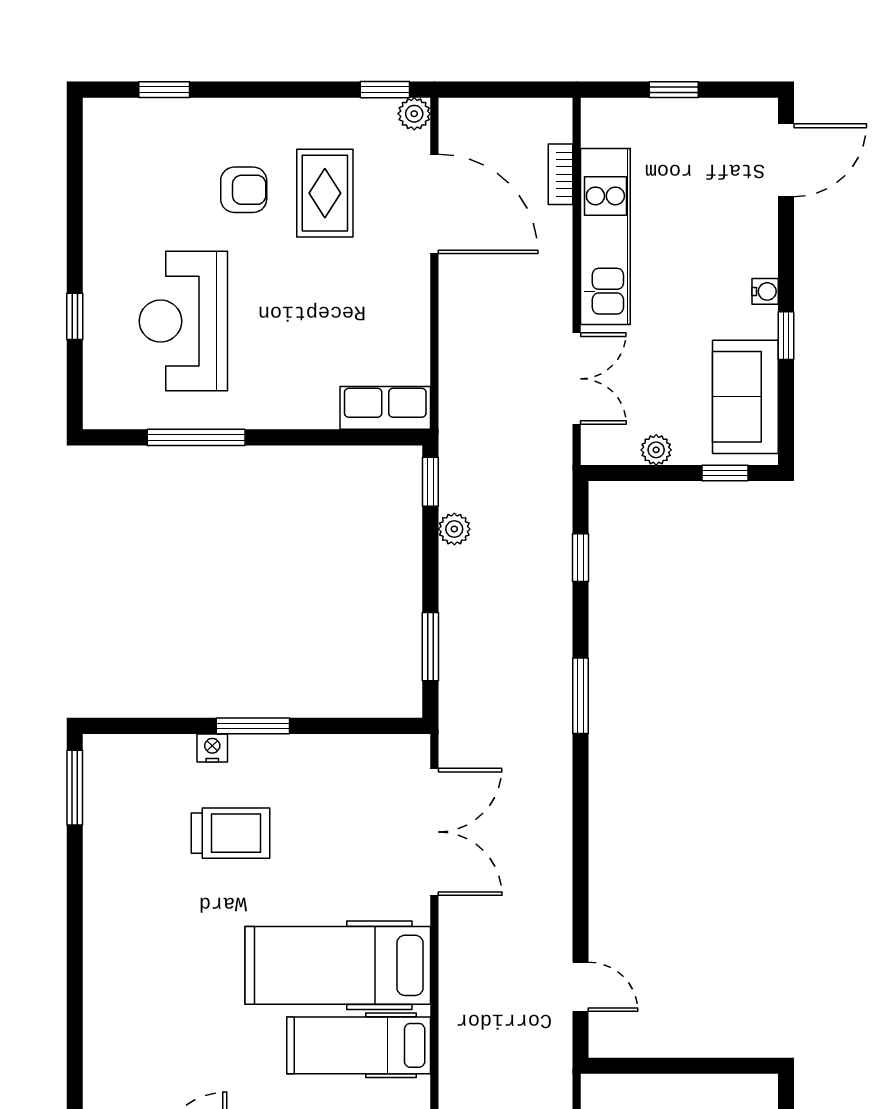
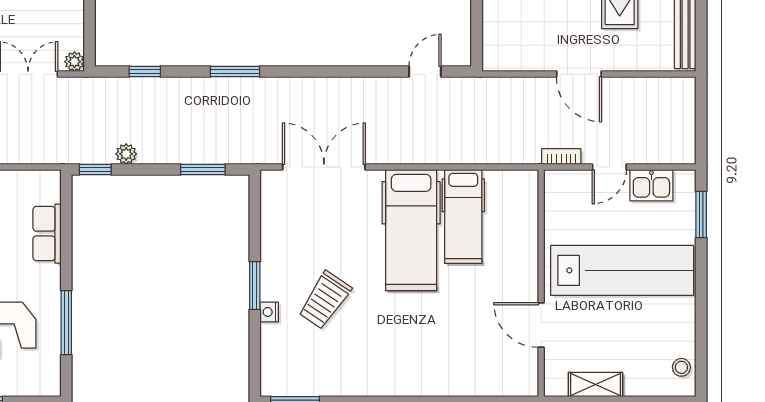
row of seats: (385, 408) -> (47, 234), moved
plant: (656, 450) -> (74, 62), moved
trolley: (231, 833) -> (325, 300), turned -146

